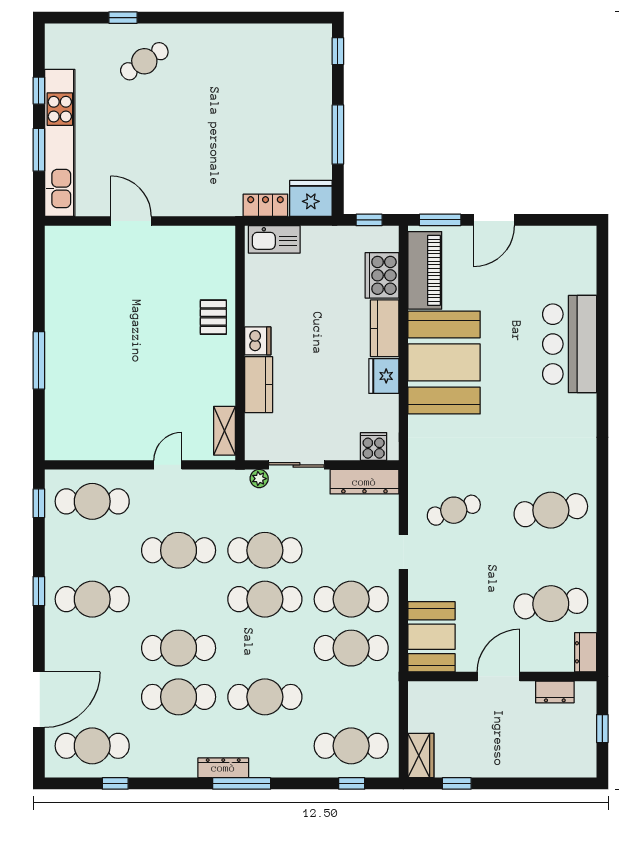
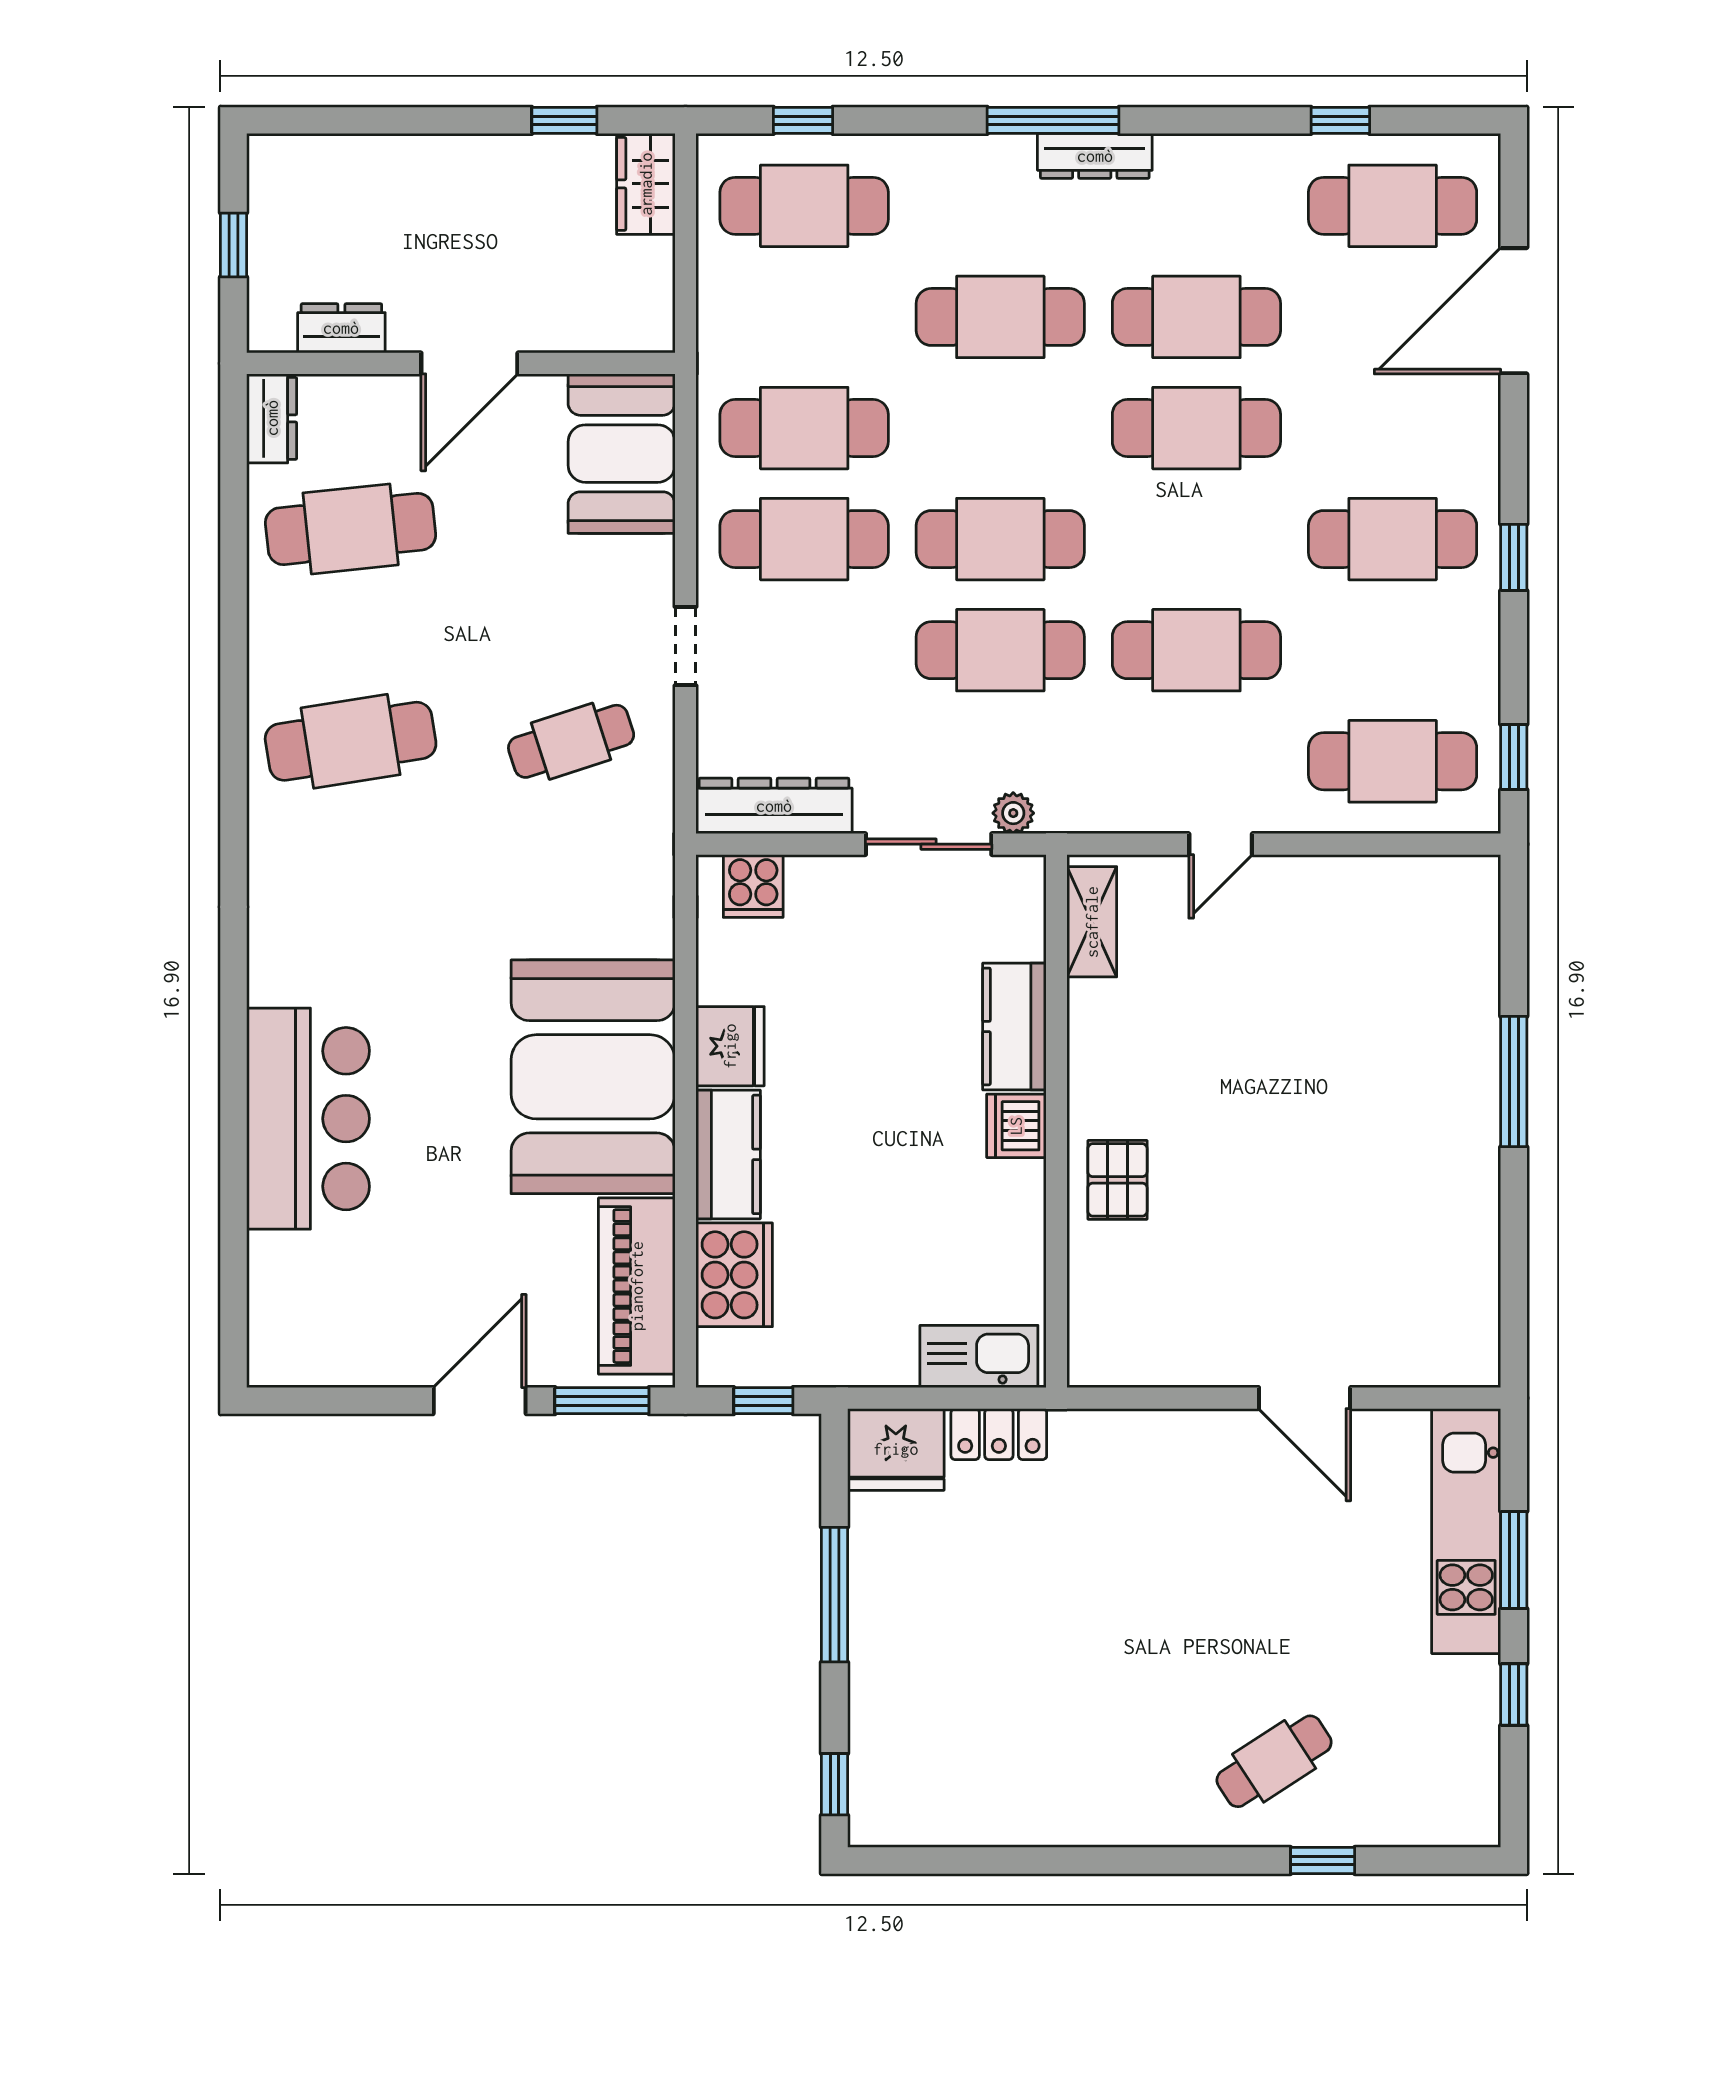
kitchen unit: (60, 143) -> (1466, 1531), width x0.73

